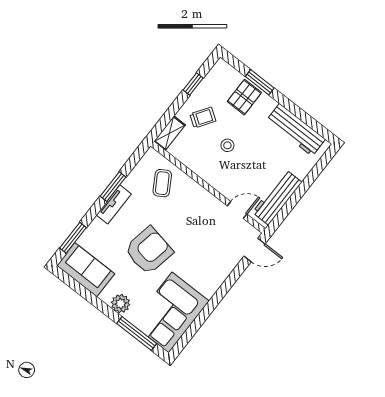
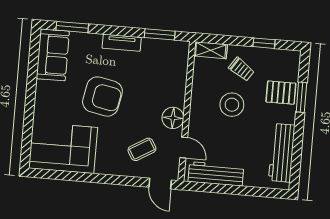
stool: (227, 145) -> (232, 105), width x1.89, depth x1.89
coffee table: (162, 183) -> (142, 149), moved
window: (113, 187) -> (160, 34), moved
floor lamp: (206, 203) -> (173, 118), added
plant: (121, 304) -> (44, 102), removed
window: (137, 334) -> (28, 131), removed

